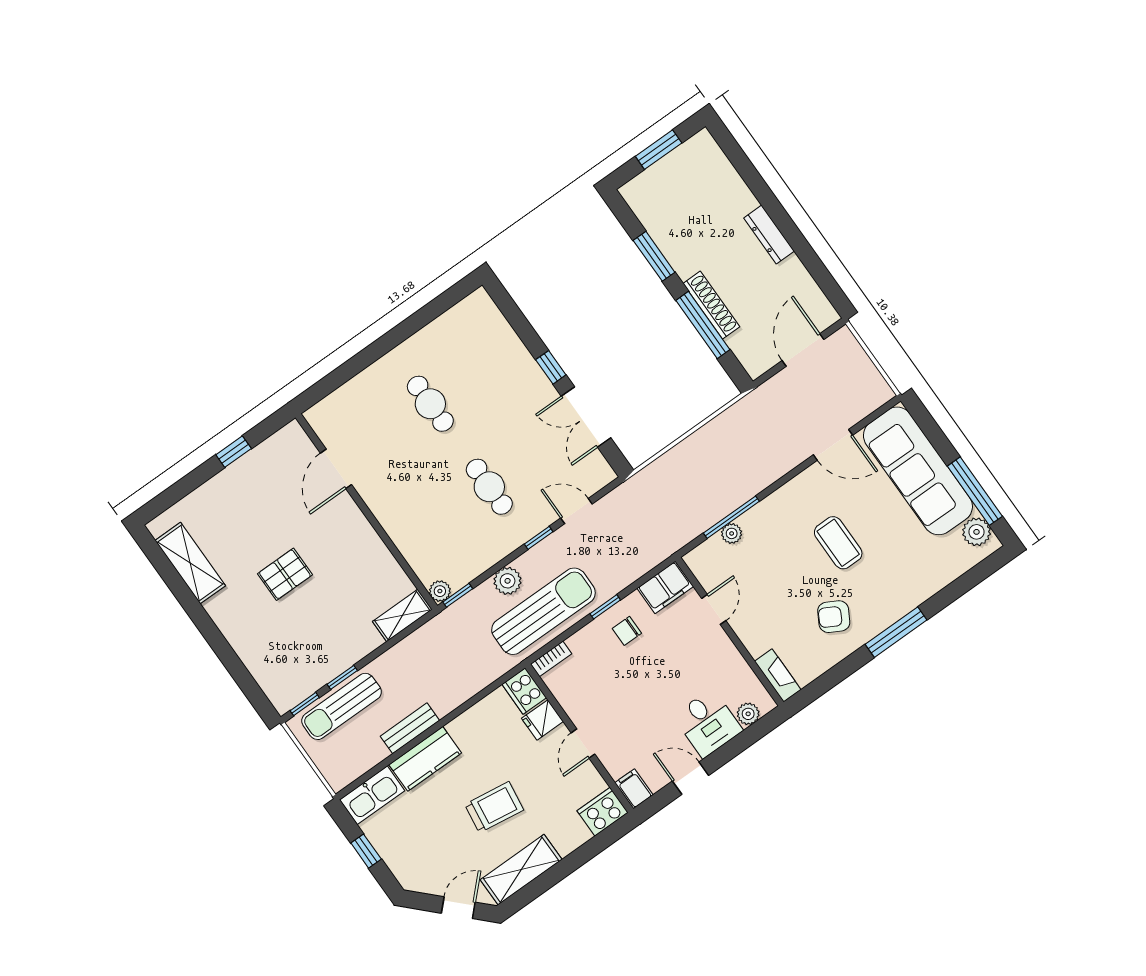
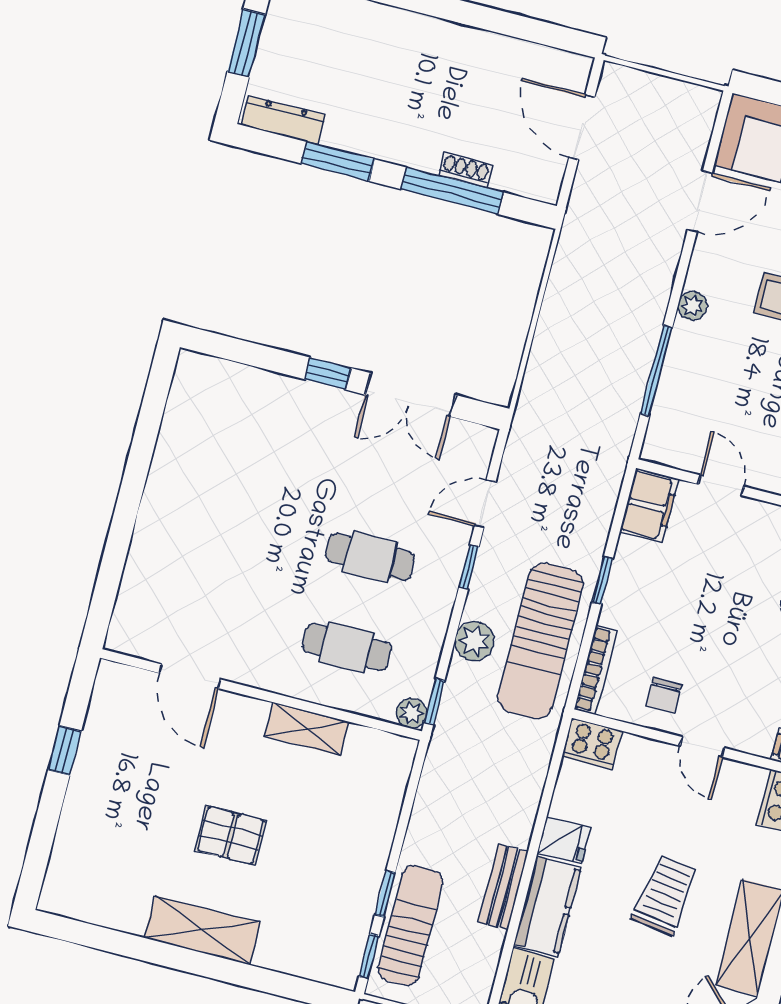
dresser: (769, 235) -> (283, 120), moved, turned 180
shoe rack: (711, 305) -> (465, 170), width x0.51, depth x0.81
cafe table: (430, 404) -> (347, 647), moved
plant: (732, 533) -> (692, 306), moved
shelving: (190, 563) -> (202, 930), moved
pallet: (285, 574) -> (230, 835), turned 90
sun lounger: (543, 611) -> (540, 641), turned 180
shelving: (402, 616) -> (306, 729), moved, turned 90
chair: (627, 631) -> (664, 695), moved
bookcase: (551, 659) -> (596, 670), width x1.56
sun lounger: (342, 706) -> (410, 925), turned 180
fridge: (542, 720) -> (564, 840), moved, turned -90

